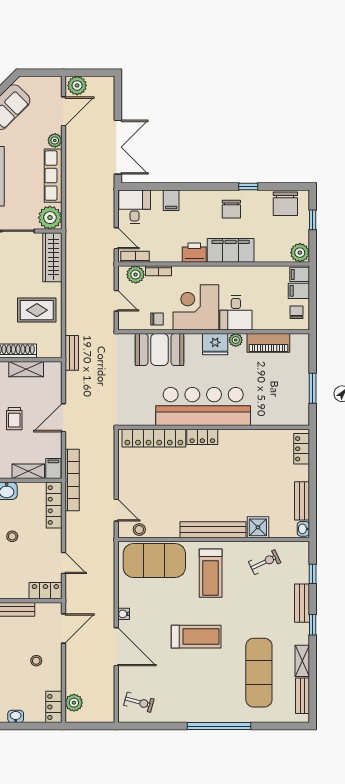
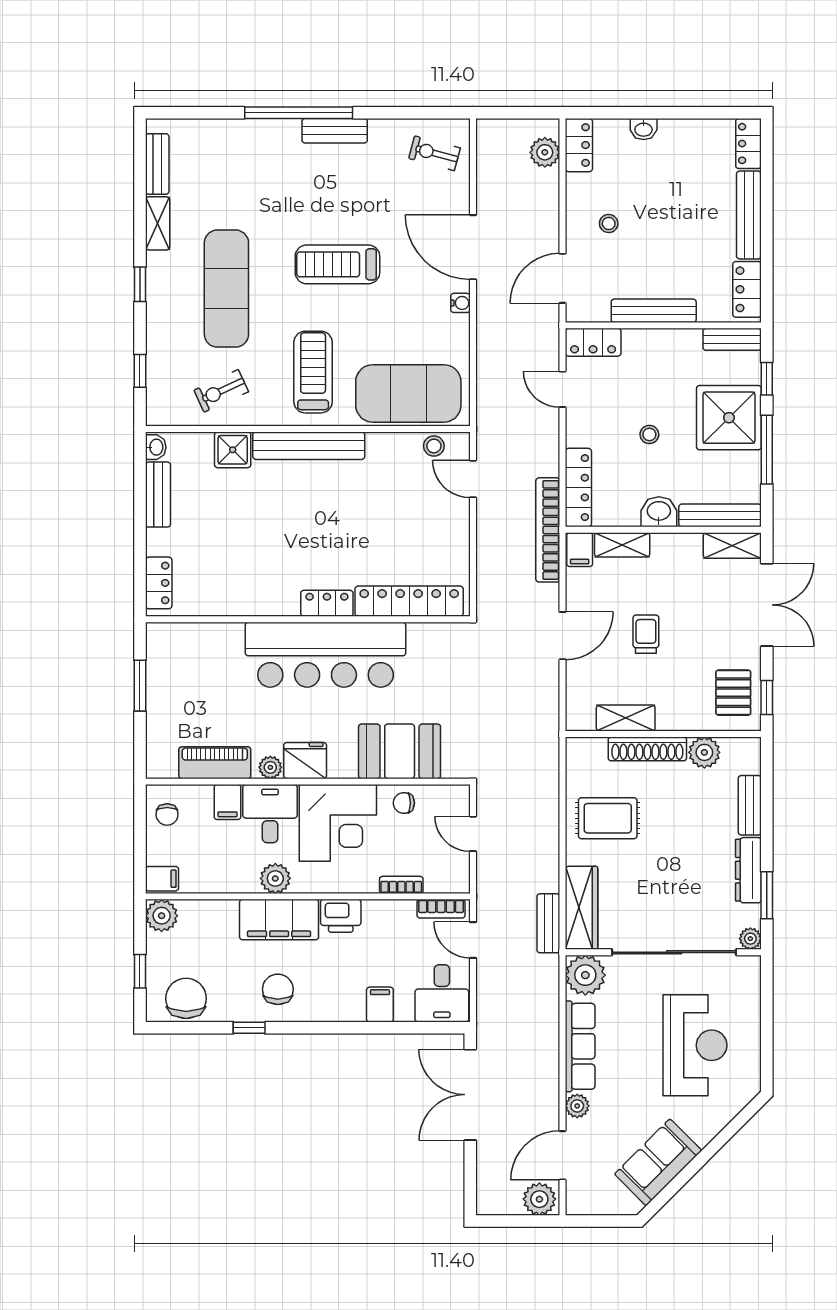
plant: (136, 275) -> (275, 878), moved
filing cabinet: (299, 291) -> (227, 802), moved, turned 90
bench: (72, 353) -> (548, 923), moved
bench: (302, 603) -> (335, 131), moved, turned 90
exercise mat: (259, 673) -> (226, 289), moved

